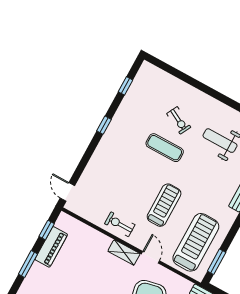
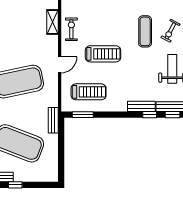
treadmill: (196, 242) -> (89, 92), width x0.73, depth x0.73
shelving: (124, 252) -> (53, 22), moved

